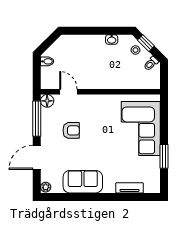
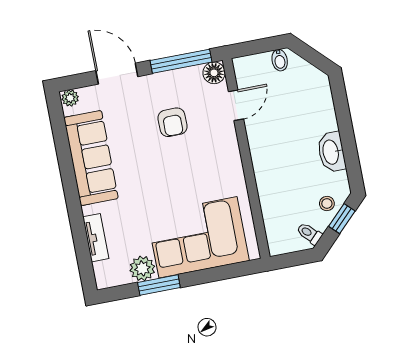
washbasin: (112, 39) -> (331, 152), width x1.91, depth x1.45
plant: (153, 164) -> (142, 268), added
sofa: (83, 182) -> (91, 158), width x1.36

